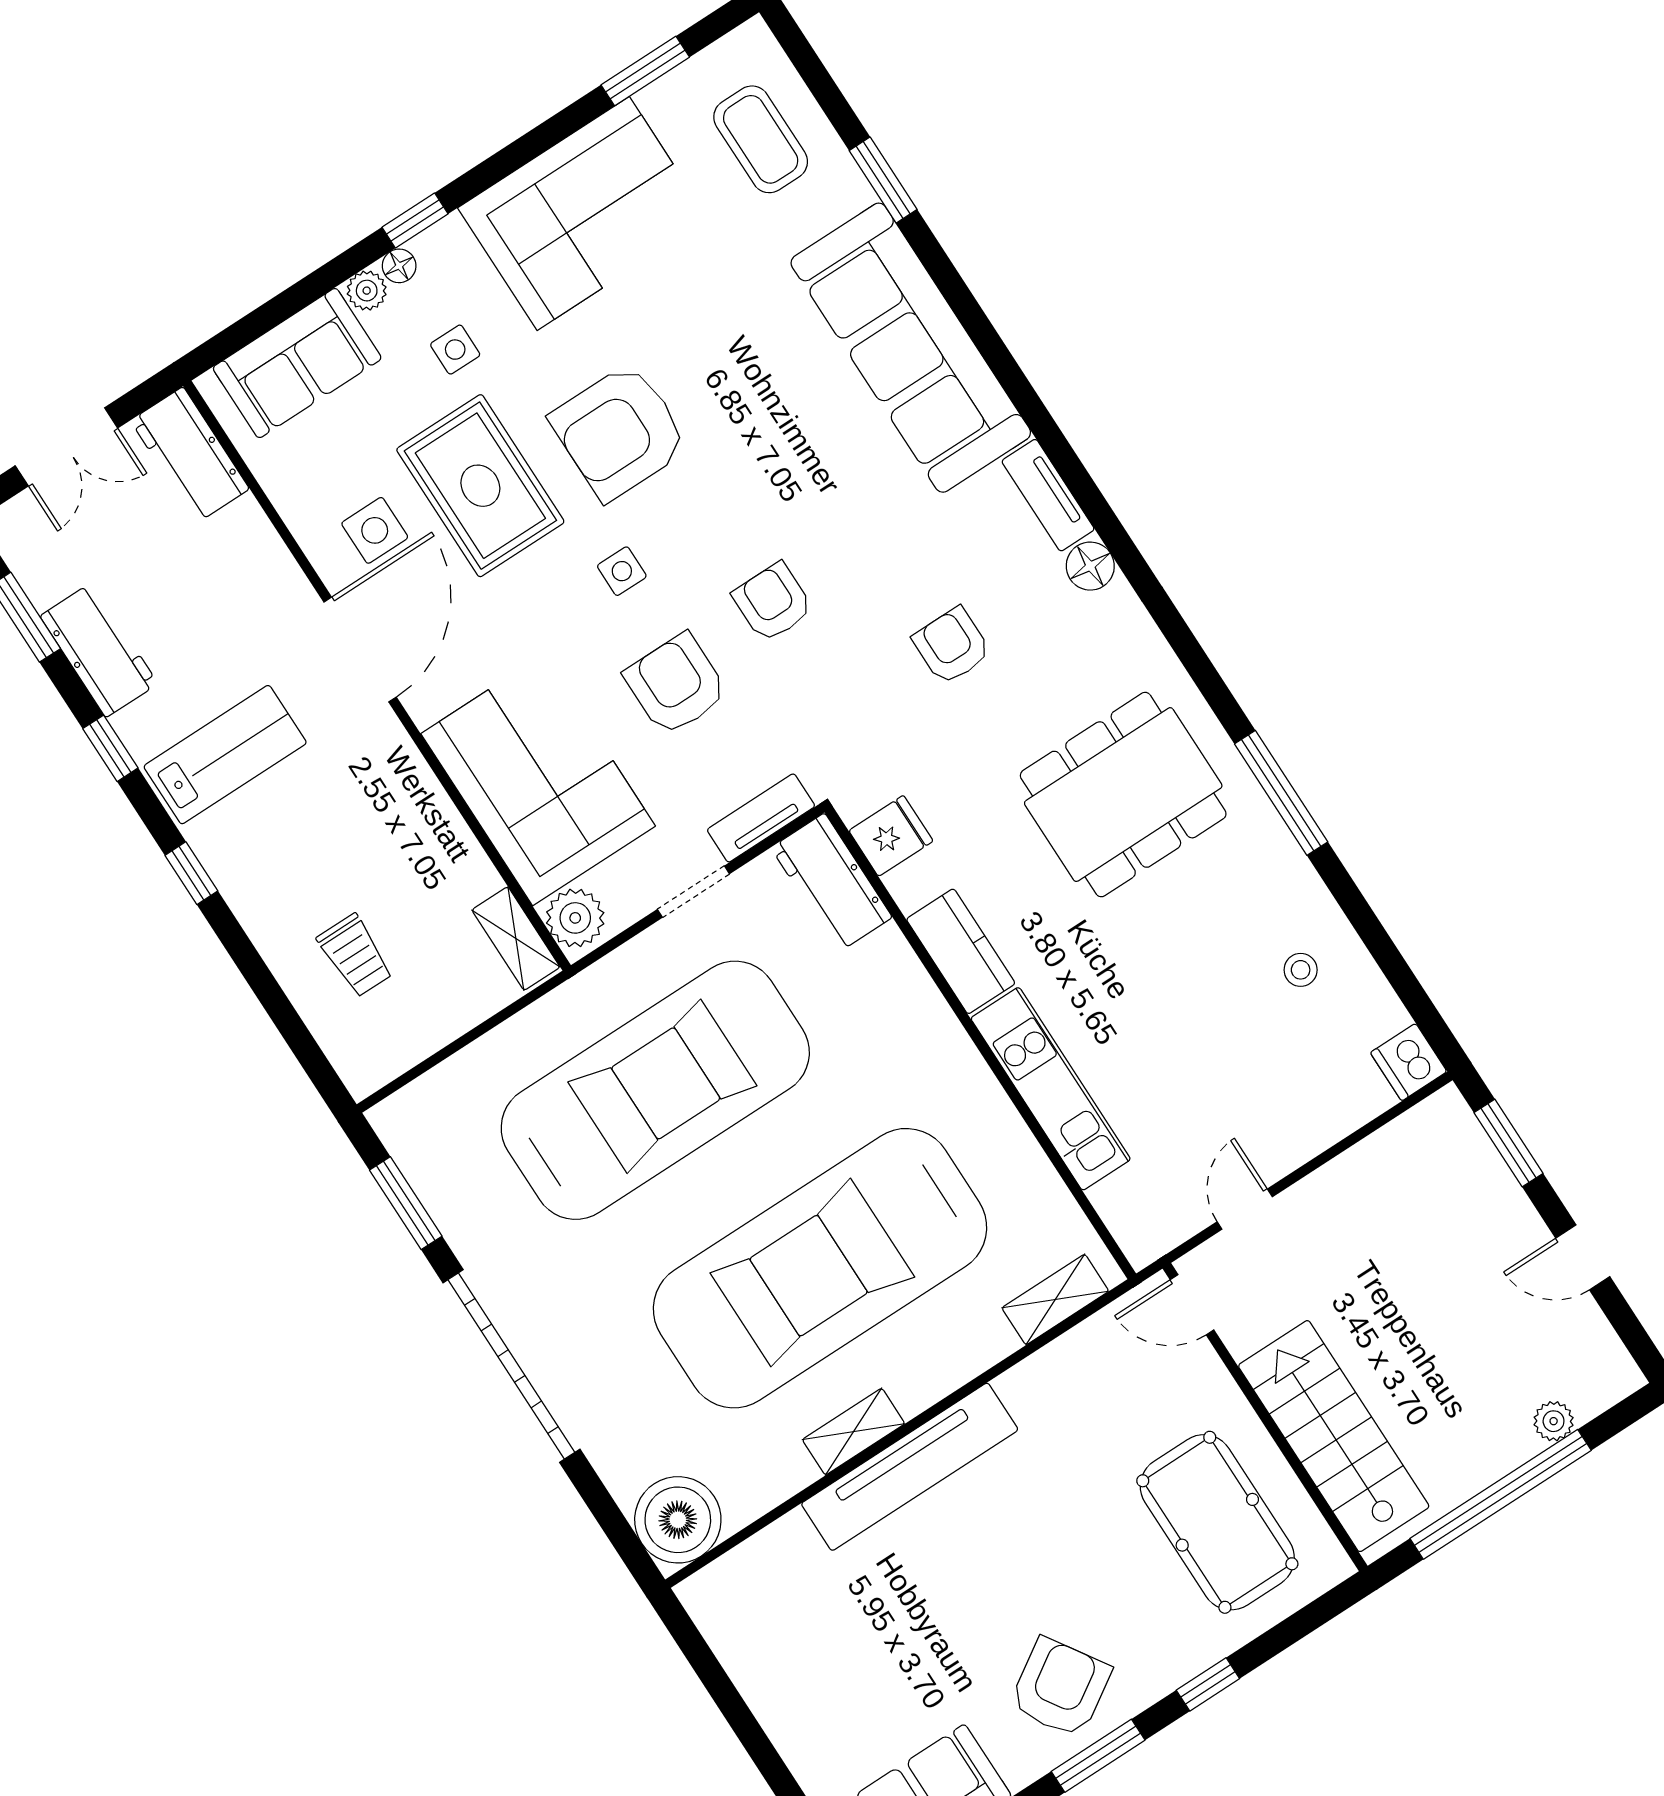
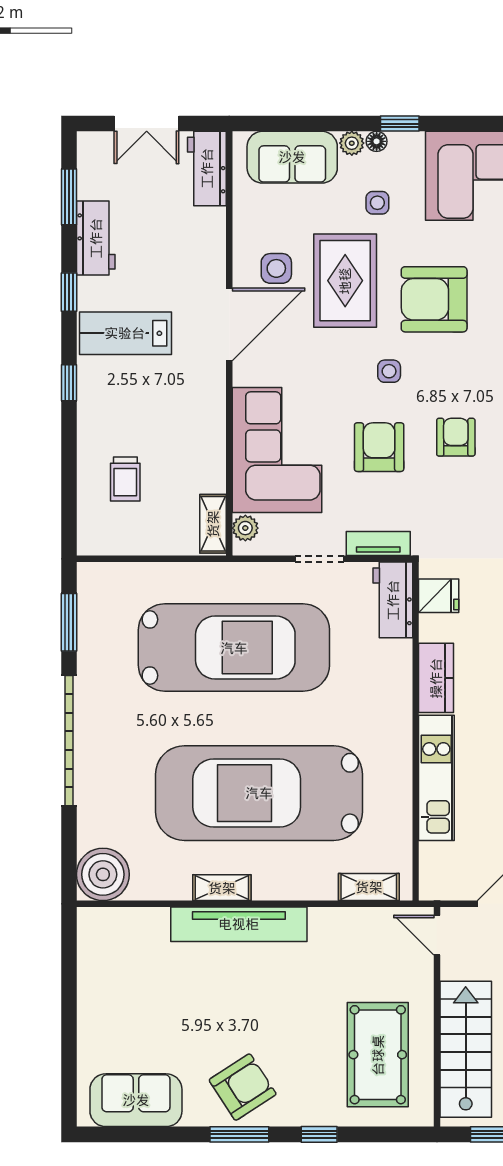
lab bench: (225, 755) -> (125, 333), turned 180
plant: (575, 918) -> (245, 528), width x0.73, depth x0.73

